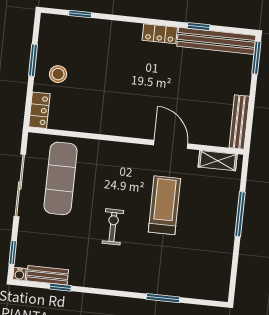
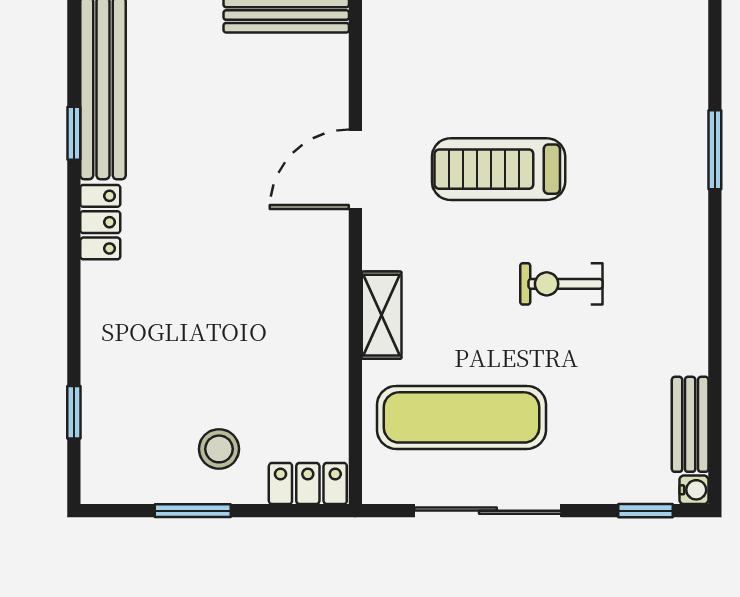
shelving: (218, 161) -> (382, 315), moved
window: (60, 287) -> (715, 392), removed

